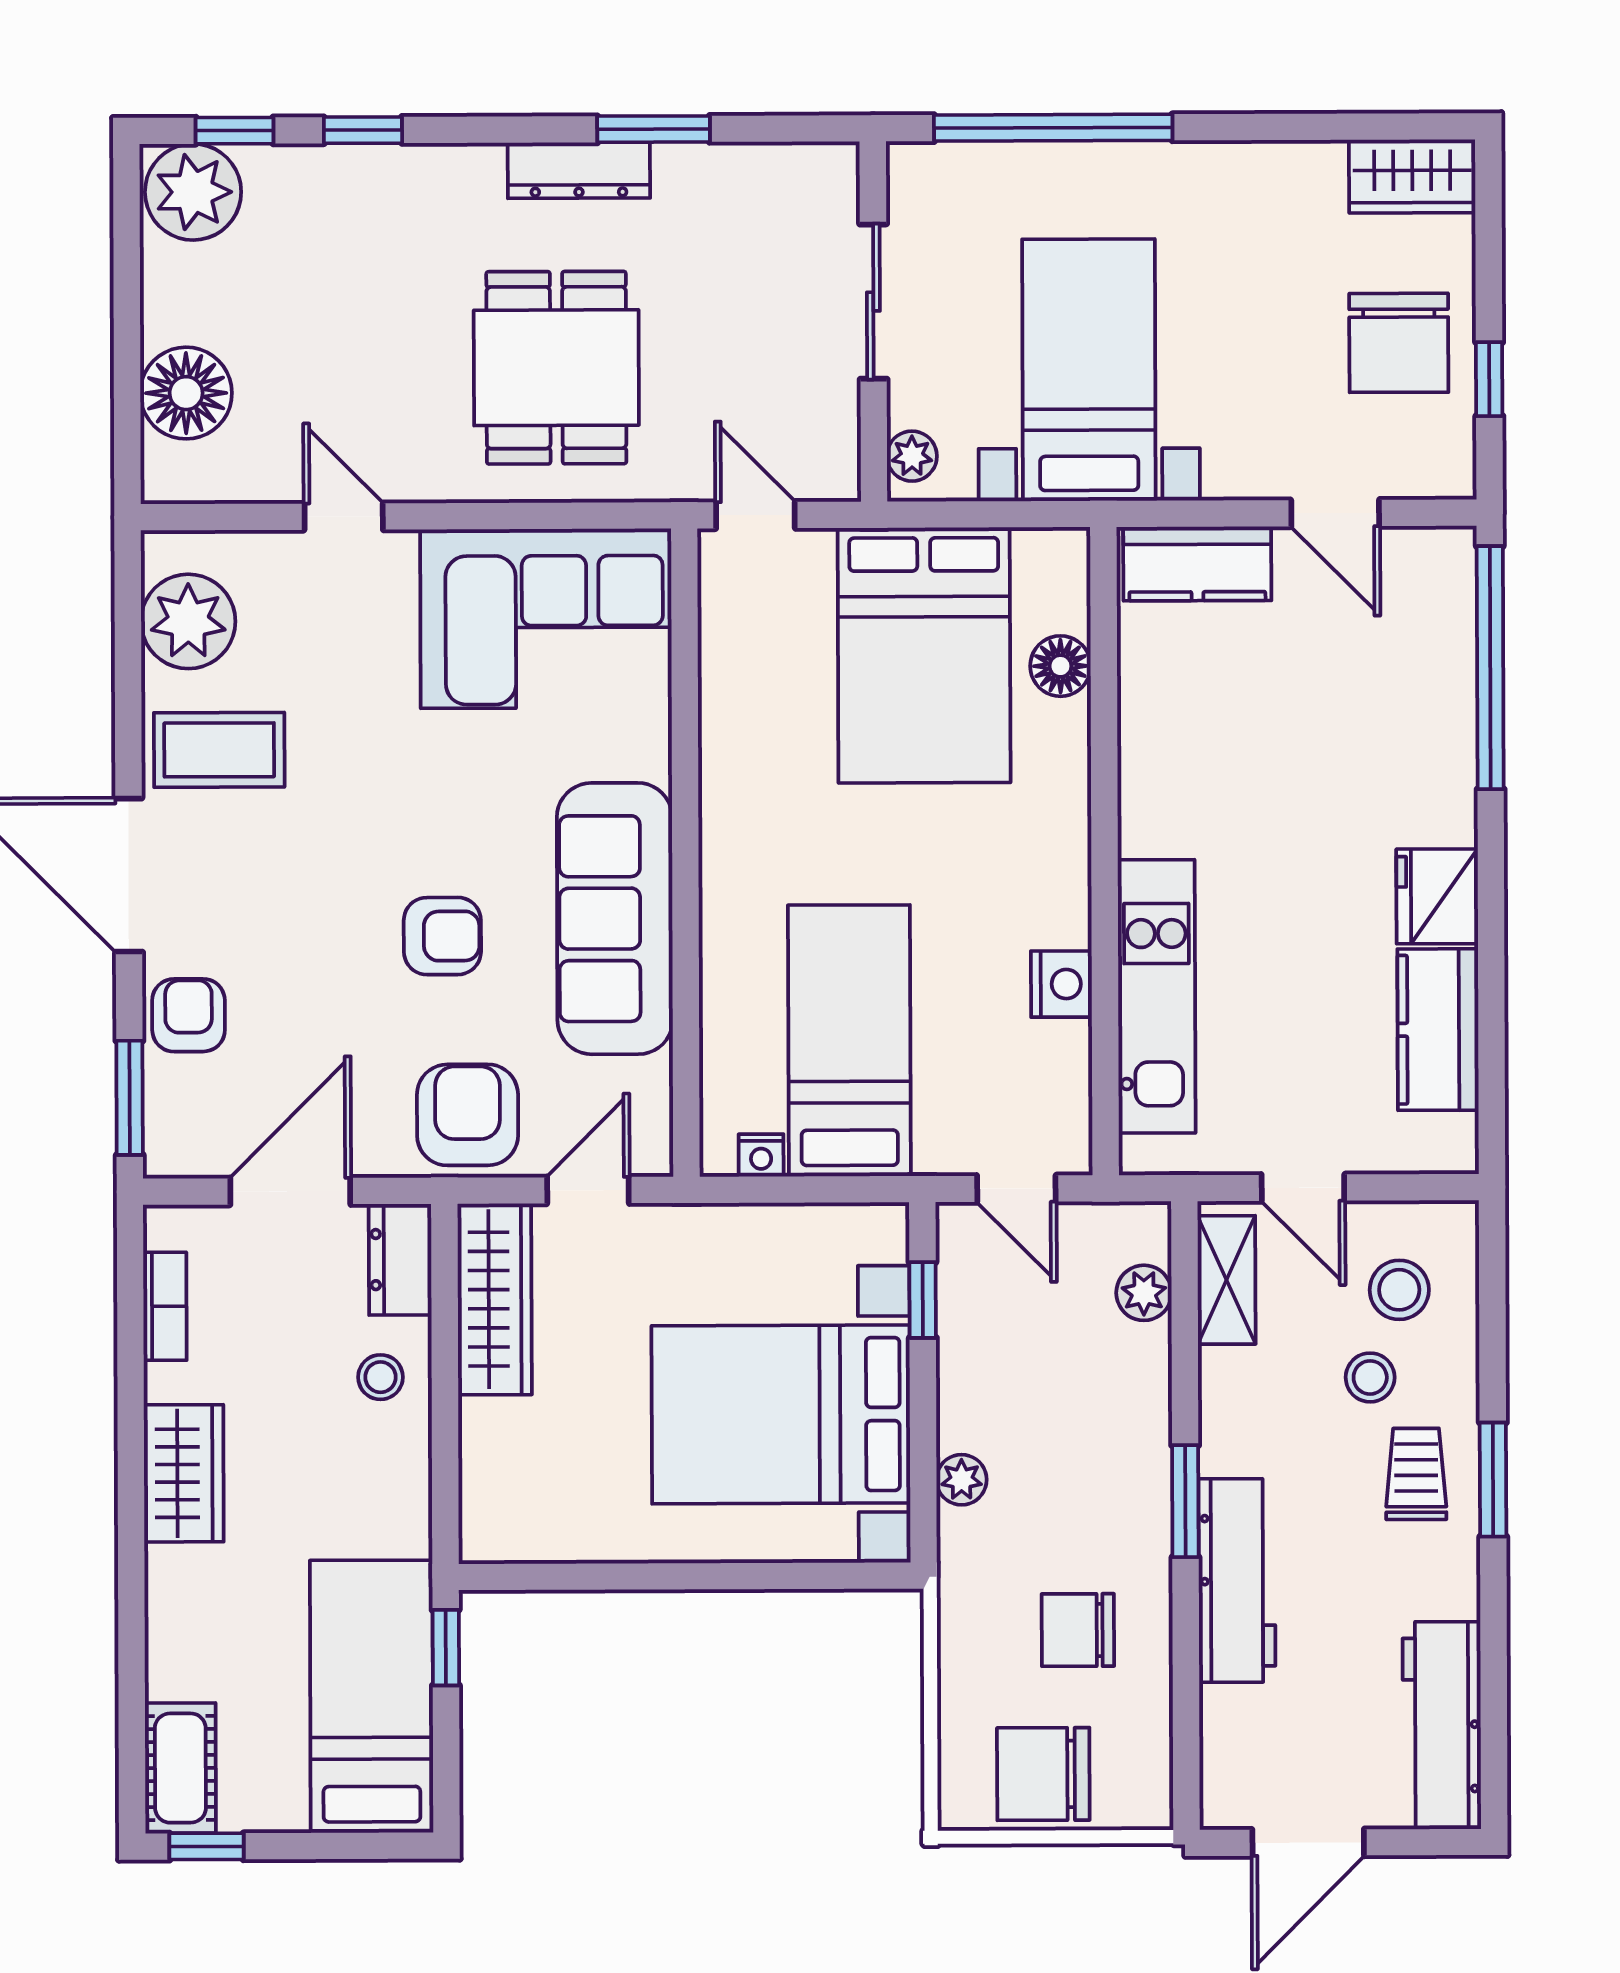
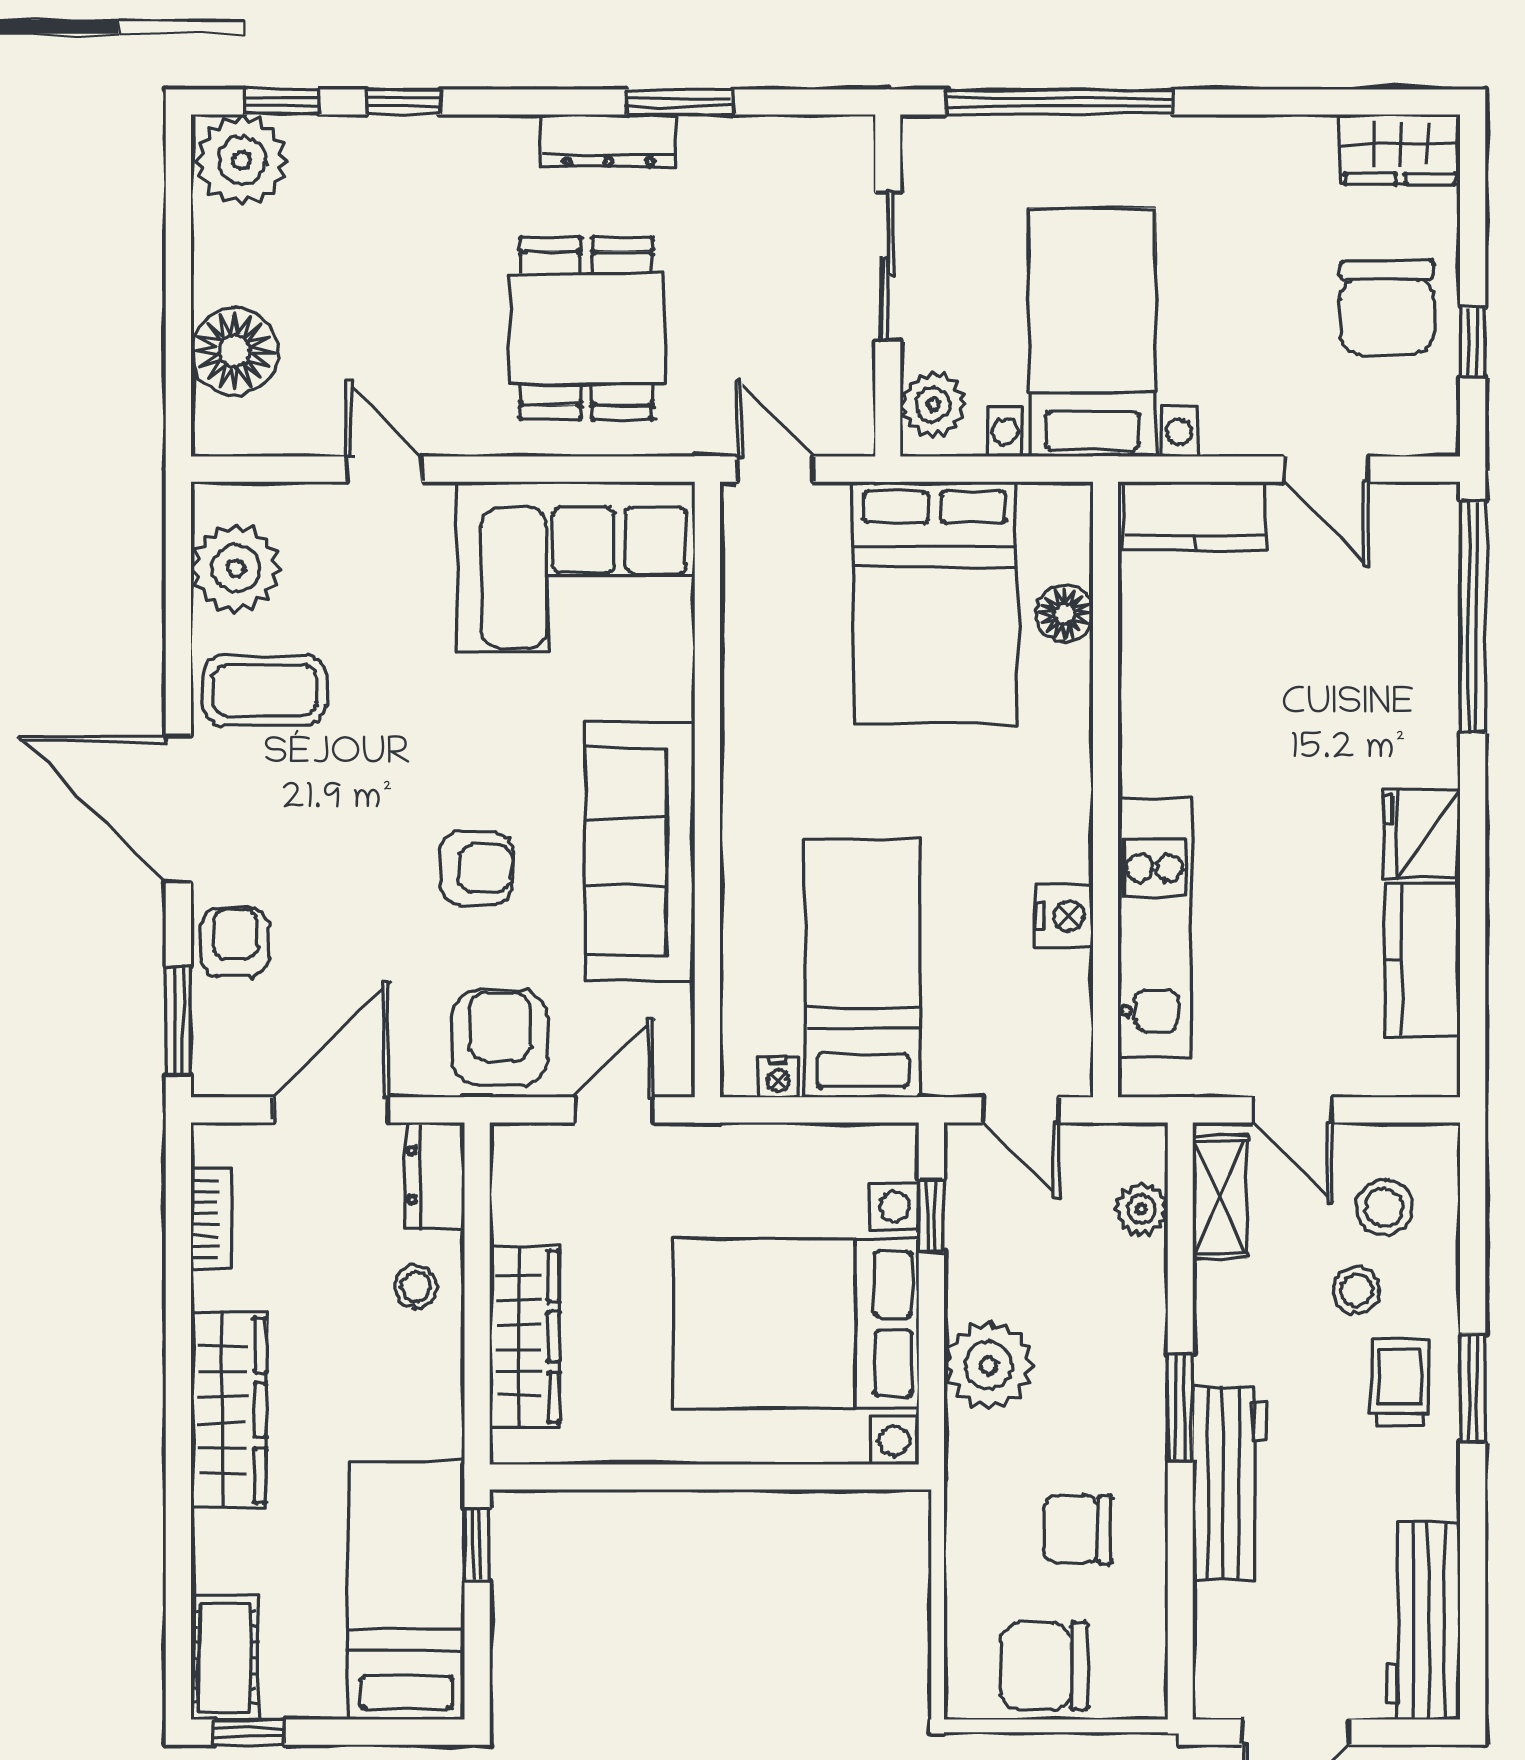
plant: (912, 456) -> (933, 405), width x1.38, depth x1.38
wardrobe: (495, 1299) -> (525, 1337), moved
wardrobe: (184, 1473) -> (229, 1410), width x1.50
plant: (962, 1480) -> (989, 1365), width x1.88, depth x1.88

